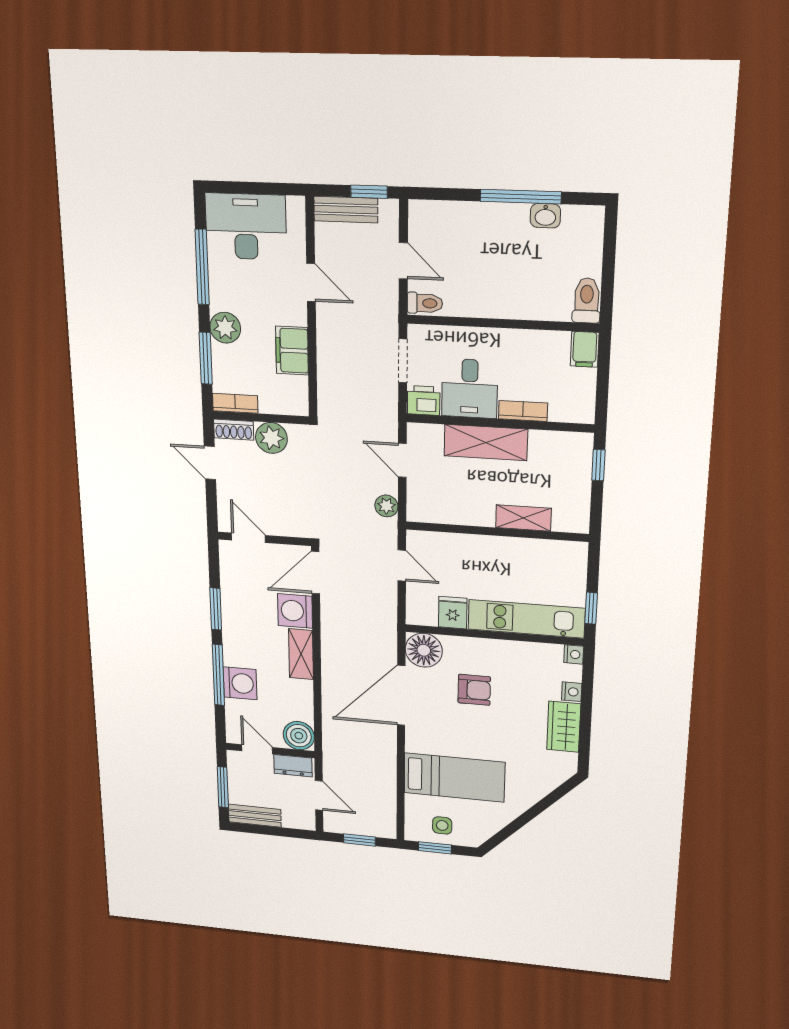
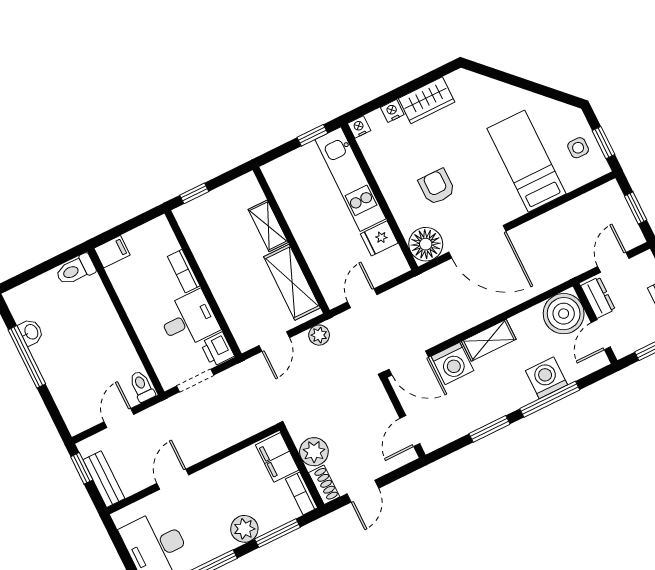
filing cabinet: (292, 351) -> (277, 457), moved, turned 90
shelving: (486, 443) -> (292, 282), moved
boiler: (299, 736) -> (564, 314), width x1.37, depth x1.37

